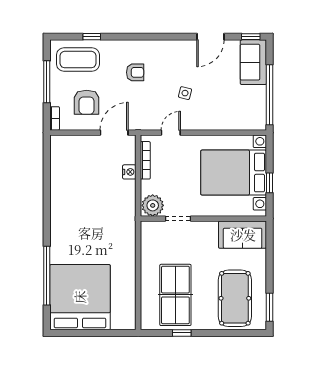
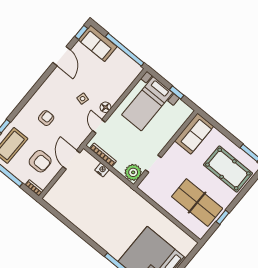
floor lamp: (195, 123) -> (105, 107), added
bed with nightstands: (234, 173) -> (147, 104), width x0.73

